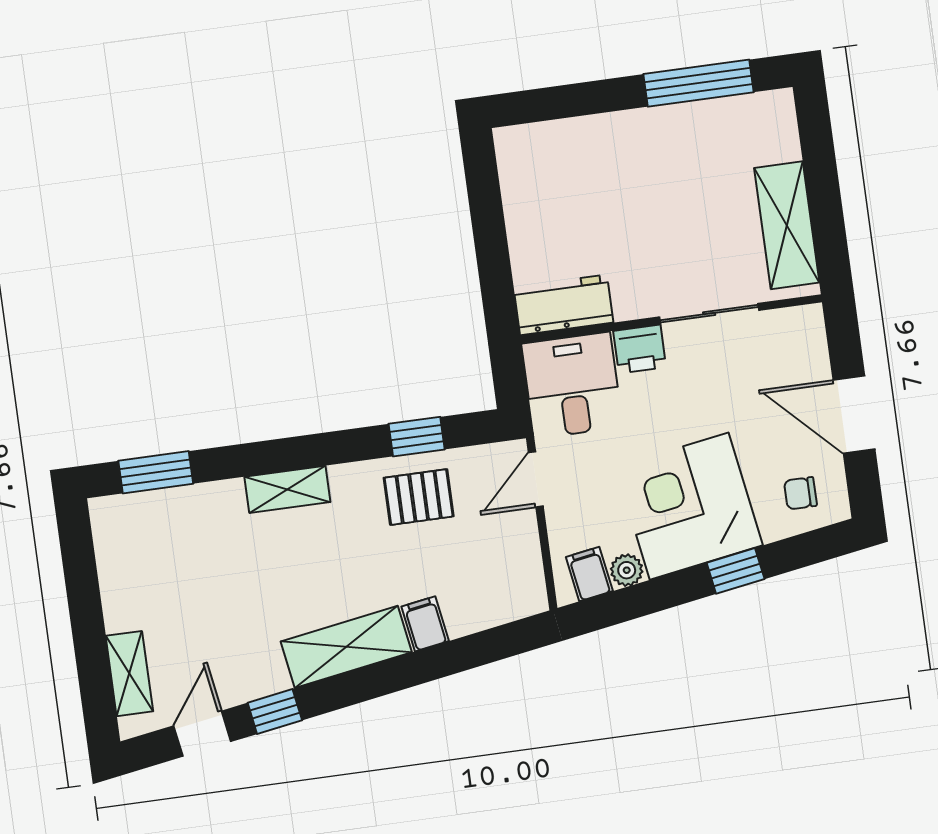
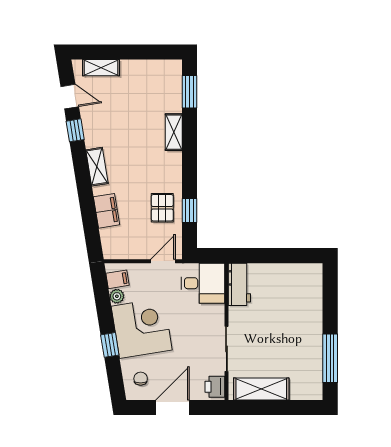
printer: (640, 349) -> (215, 387), moved
door: (536, 479) -> (163, 261), hinge flipped
shelving: (287, 489) -> (174, 132), moved
filing cabinet: (425, 624) -> (106, 211), width x2.00
shelving: (346, 647) -> (97, 167), width x0.67, depth x0.75

